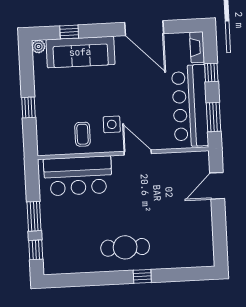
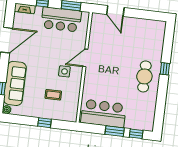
bar counter: (190, 106) -> (61, 19), width x0.73
coffee table: (83, 134) -> (53, 95), moved
bar counter: (78, 176) -> (103, 113), moved, turned -90

